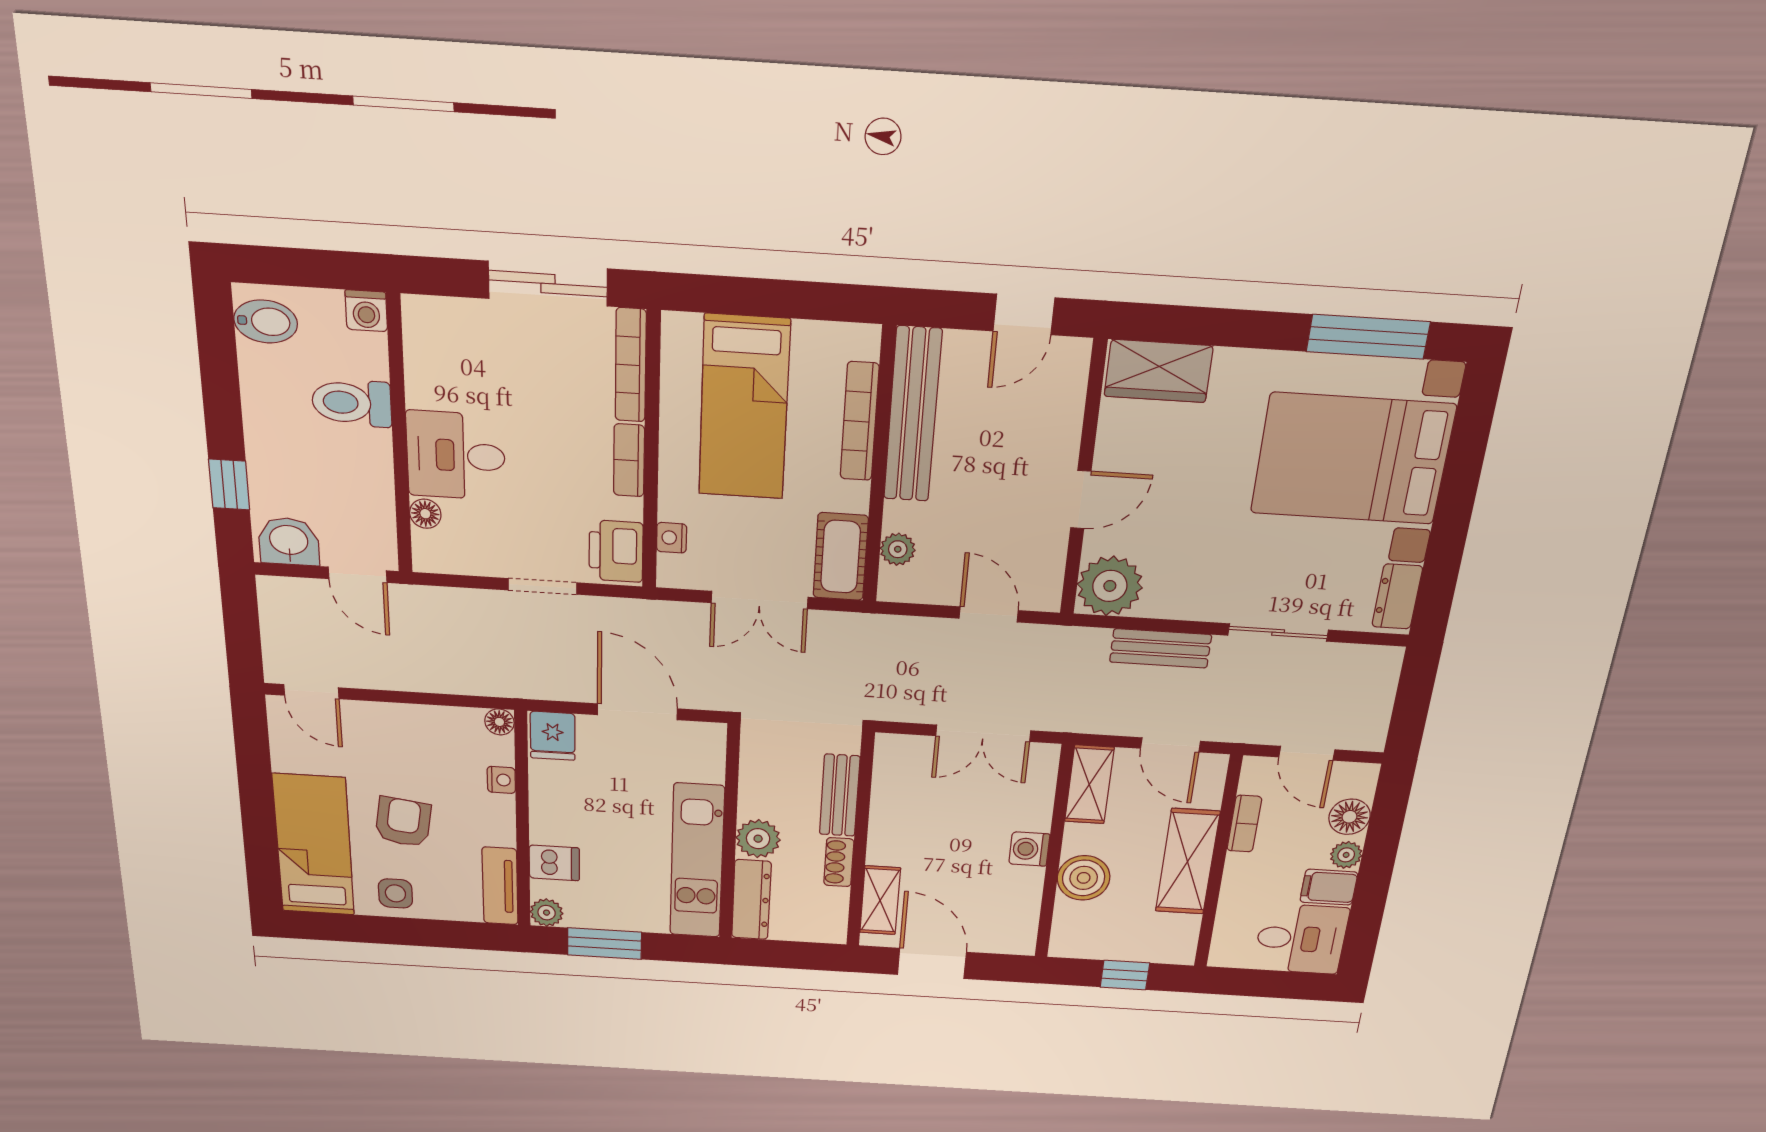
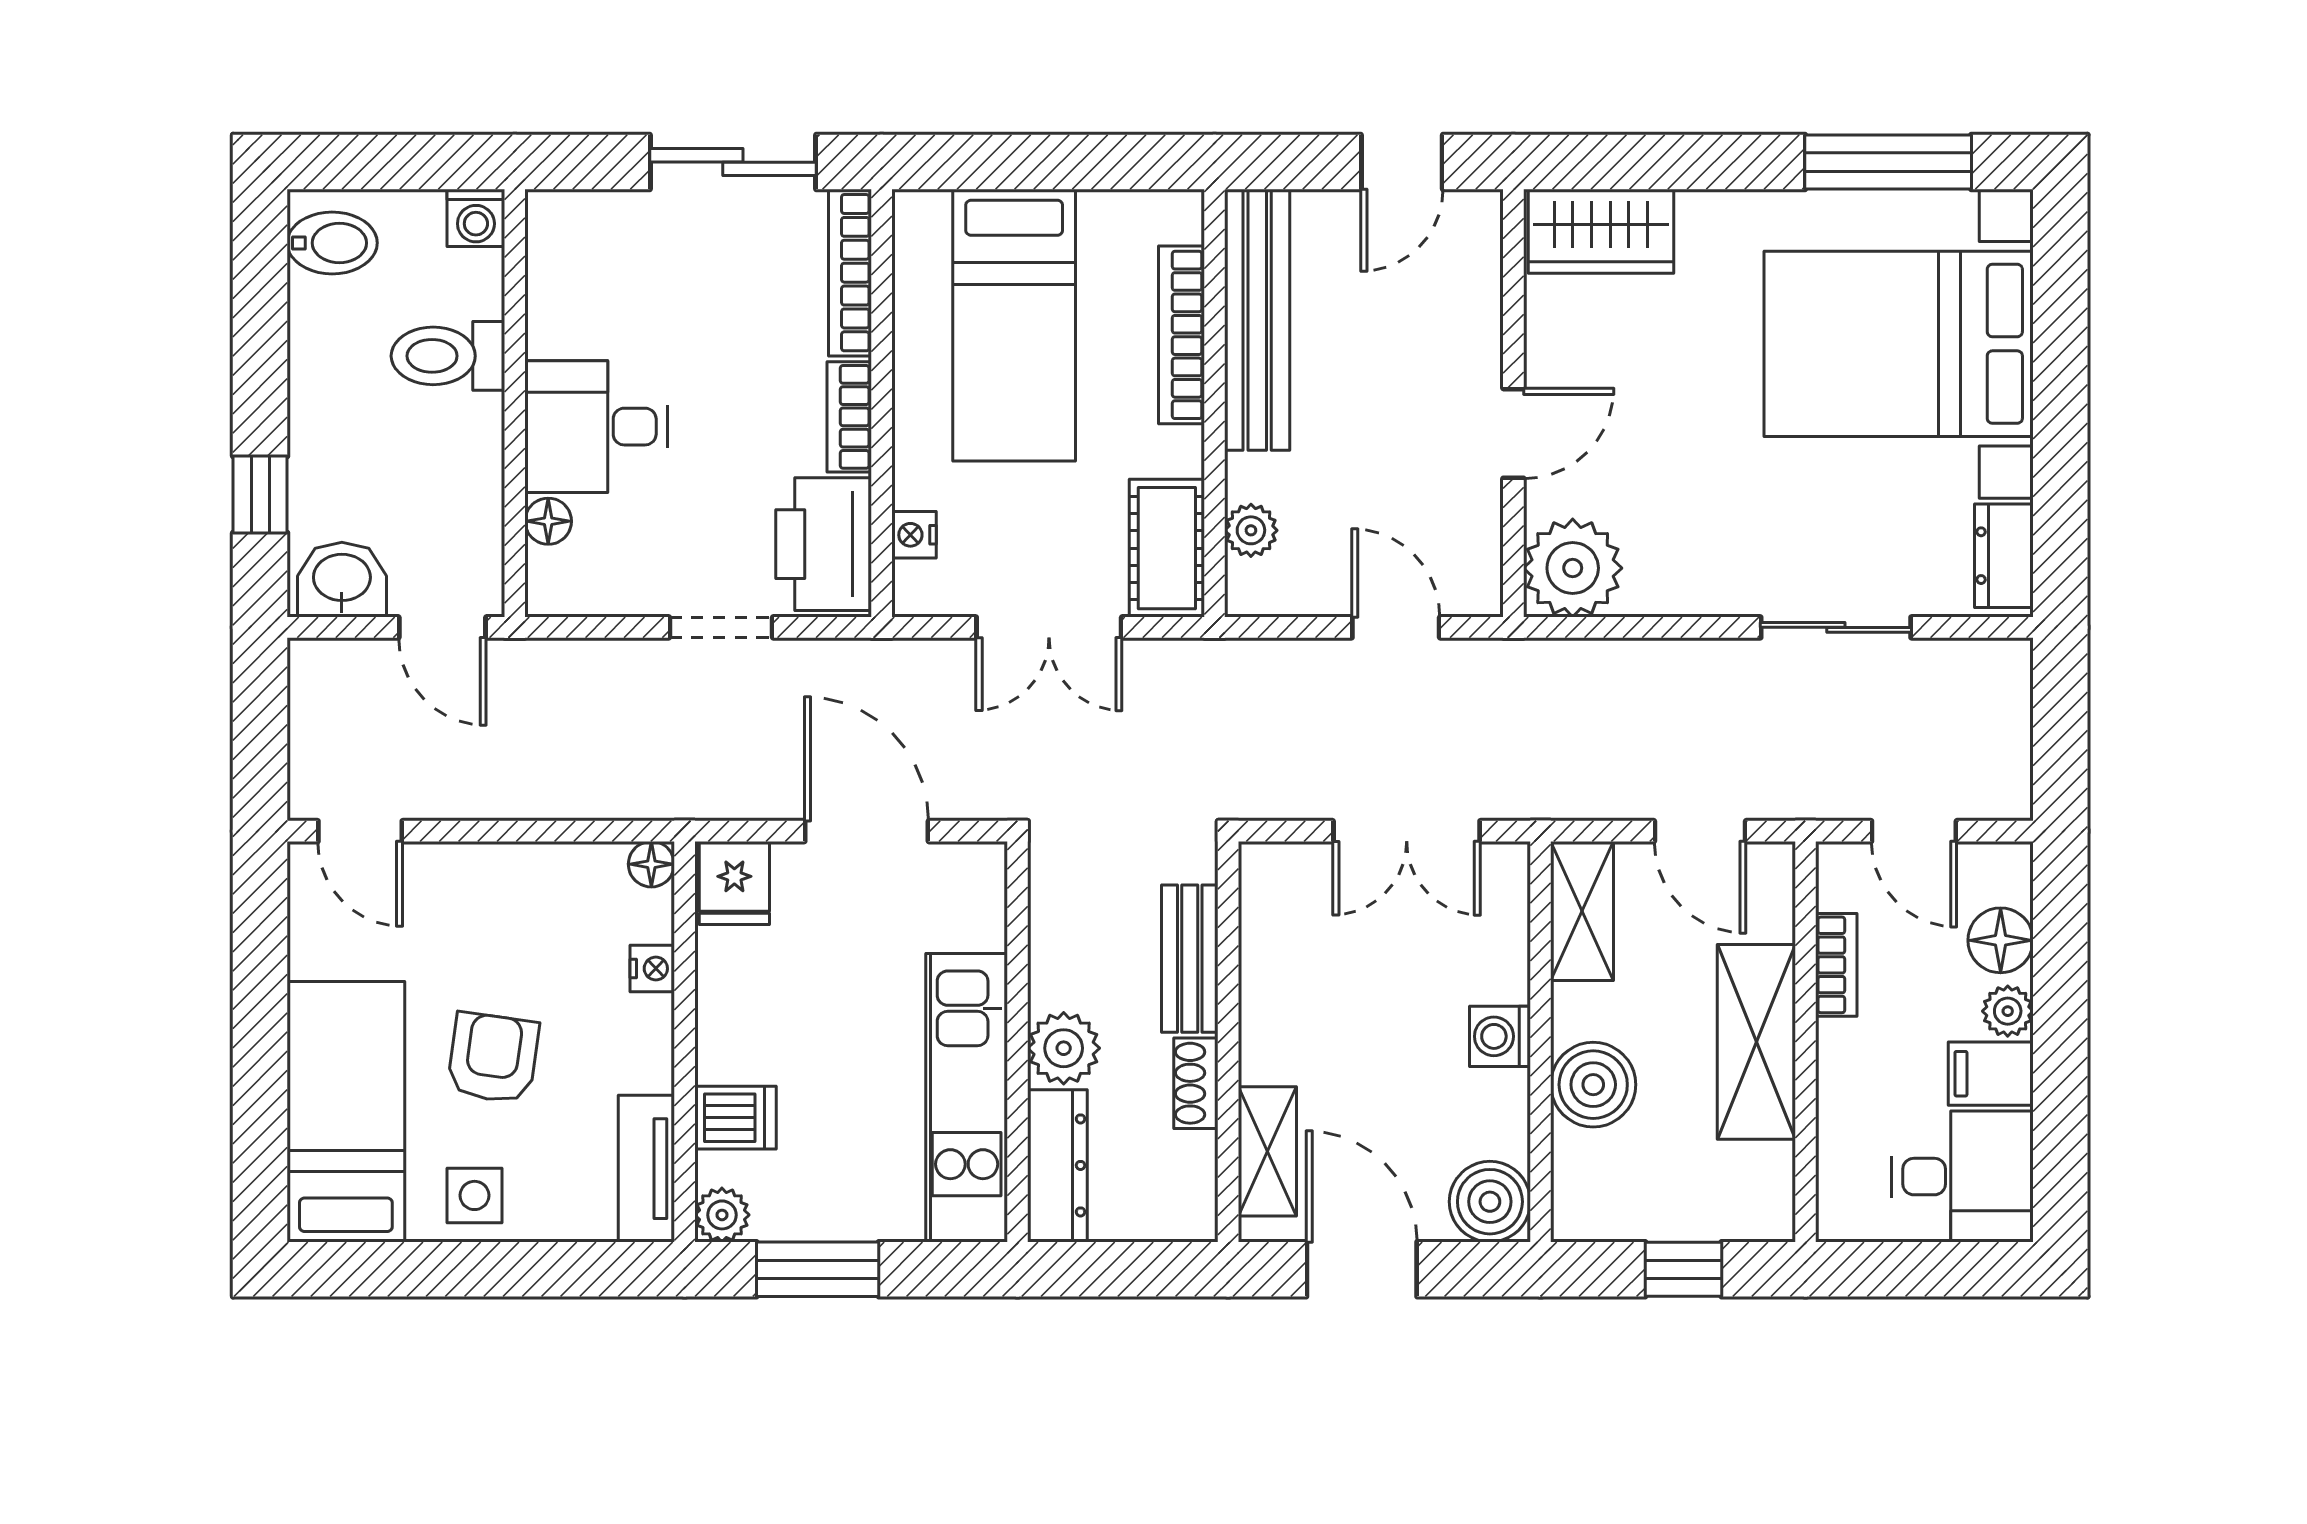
printer: (616, 551) -> (824, 544), width x1.37, depth x1.19
bench: (1161, 648) -> (1662, 666), removed
boiler: (1013, 934) -> (1490, 1202), added

